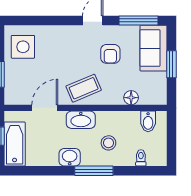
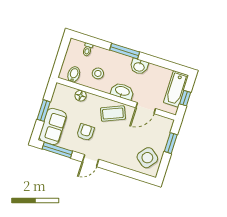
side table: (23, 47) -> (147, 158), turned 38
stool: (108, 143) -> (98, 73), moved

